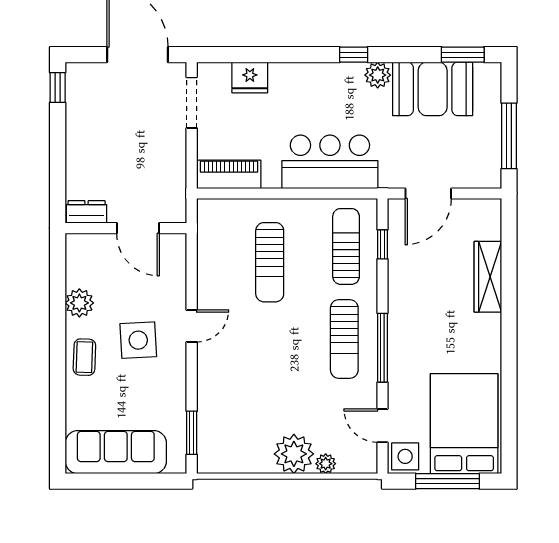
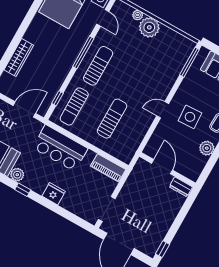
fridge: (250, 77) -> (54, 194), moved
window: (192, 433) -> (189, 62), width x1.44

